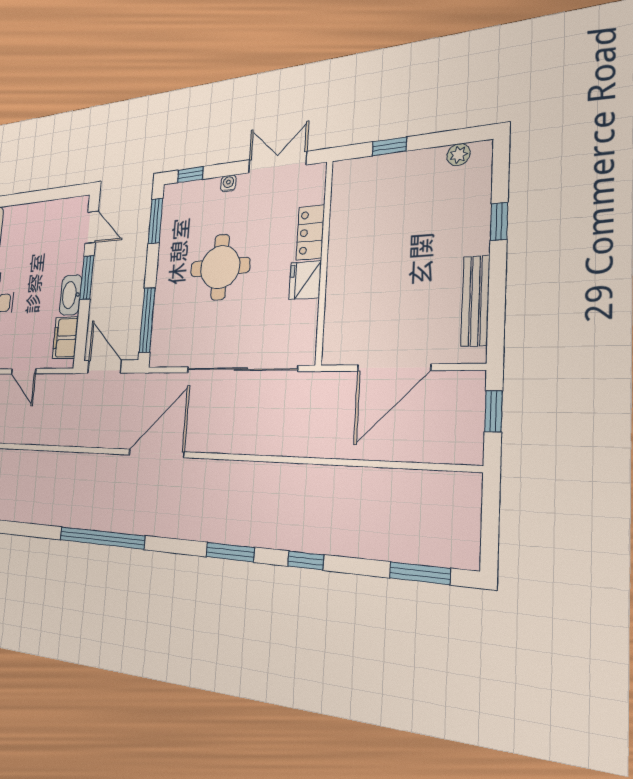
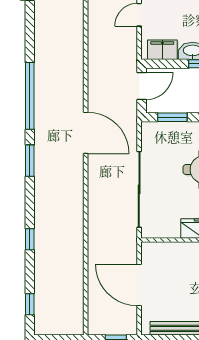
window: (147, 320) -> (172, 117), width x0.69
window: (230, 552) -> (30, 161), moved
window: (420, 573) -> (30, 304), width x0.67

